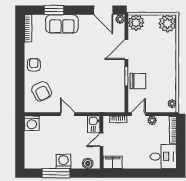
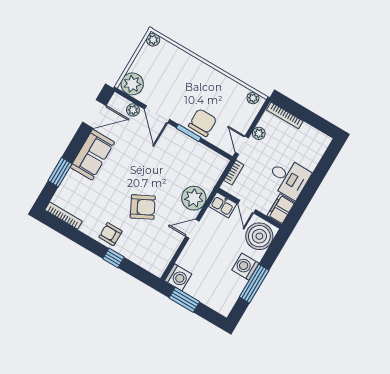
plant: (120, 19) -> (133, 110), moved
plant: (167, 23) -> (153, 40), width x0.53, depth x0.53
sofa: (62, 24) -> (92, 155), moved
window: (20, 75) -> (113, 258), added
armchair: (42, 91) -> (143, 207), moved
plant: (87, 104) -> (194, 198), added
window: (20, 135) -> (184, 300), added
desk: (163, 157) -> (289, 178), moved, turned 90
boiler: (88, 163) -> (259, 236), width x1.86, depth x1.86

